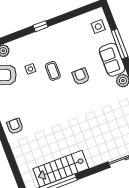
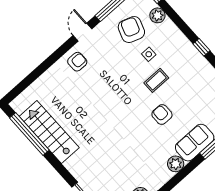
armchair: (81, 77) -> (162, 115), turned -90

